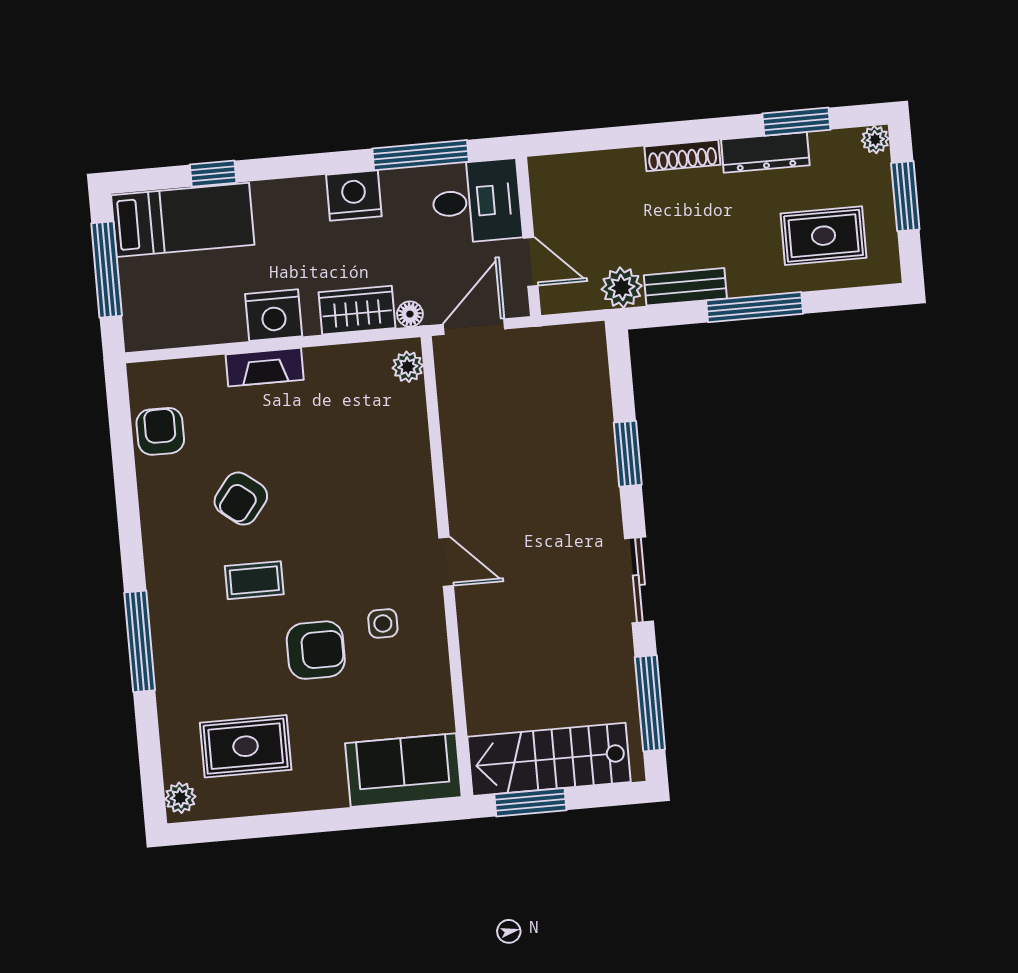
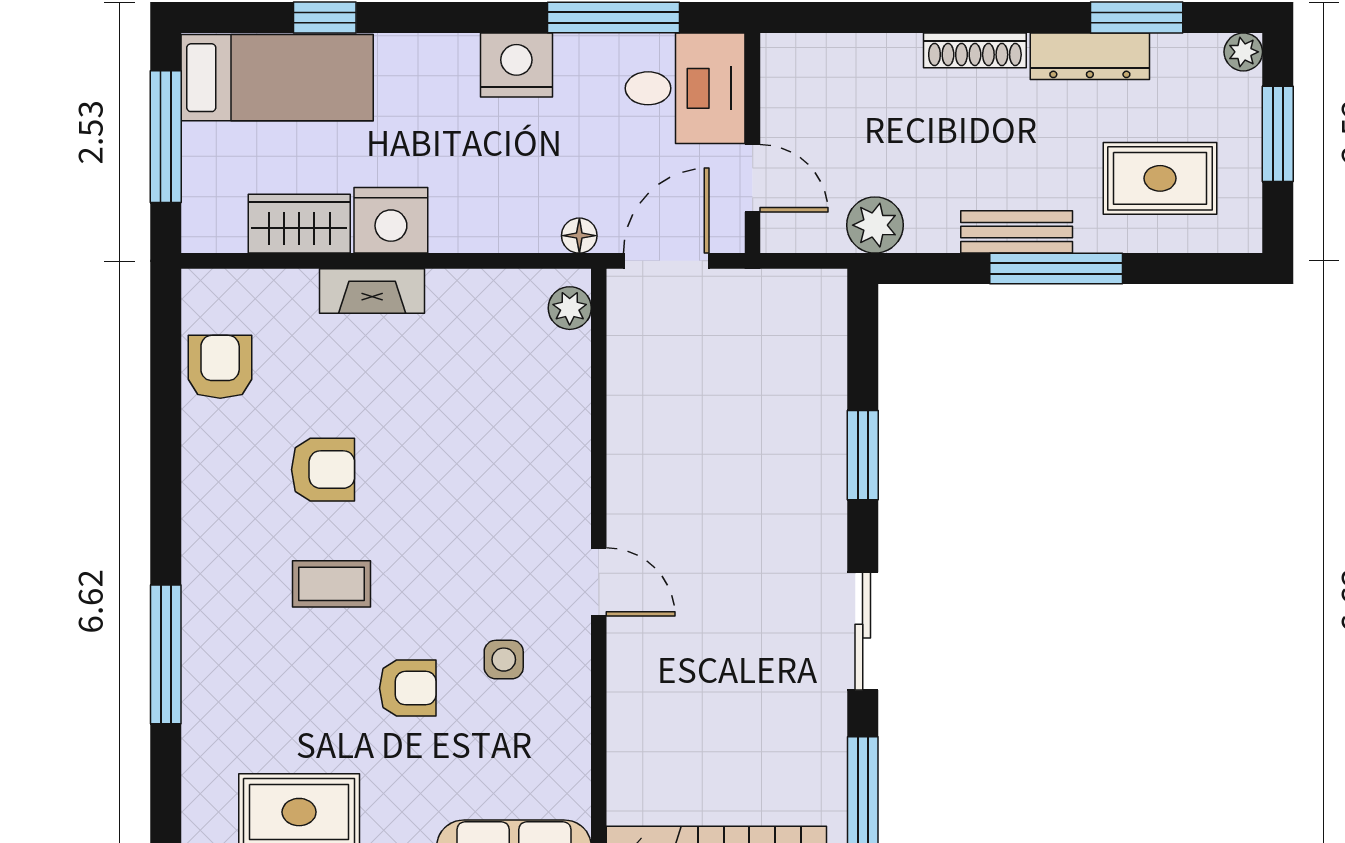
bench: (685, 287) -> (1017, 232), moved
wardrobe: (357, 310) -> (299, 224), moved
armchair: (241, 499) -> (323, 470), turned -128
armchair: (316, 650) -> (408, 688), width x0.72, depth x0.72

